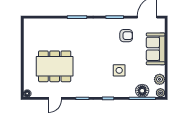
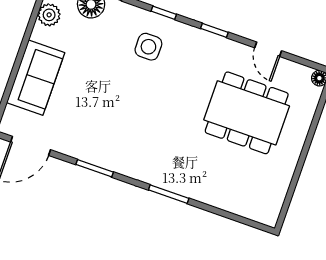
armchair: (126, 36) -> (85, 124), removed
side table: (119, 70) -> (148, 47), moved
door: (55, 98) -> (268, 49), swing flipped

